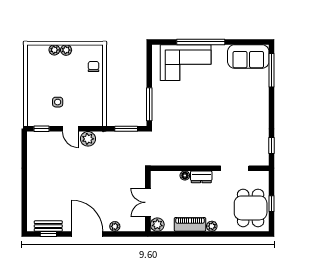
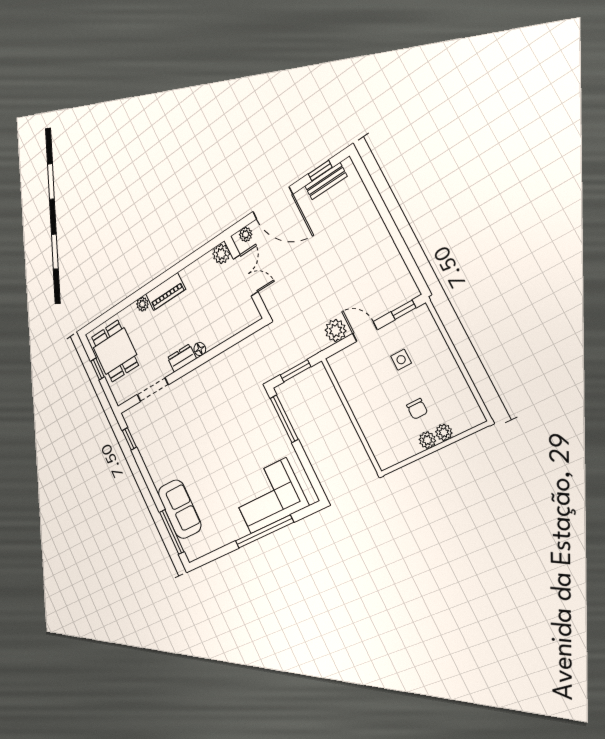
sofa: (248, 57) -> (180, 509), moved, turned 90
chair: (93, 67) -> (417, 409), moved
wall: (148, 201) -> (246, 277), moved
double door: (148, 202) -> (246, 275), moved
plant: (157, 225) -> (221, 254), moved

